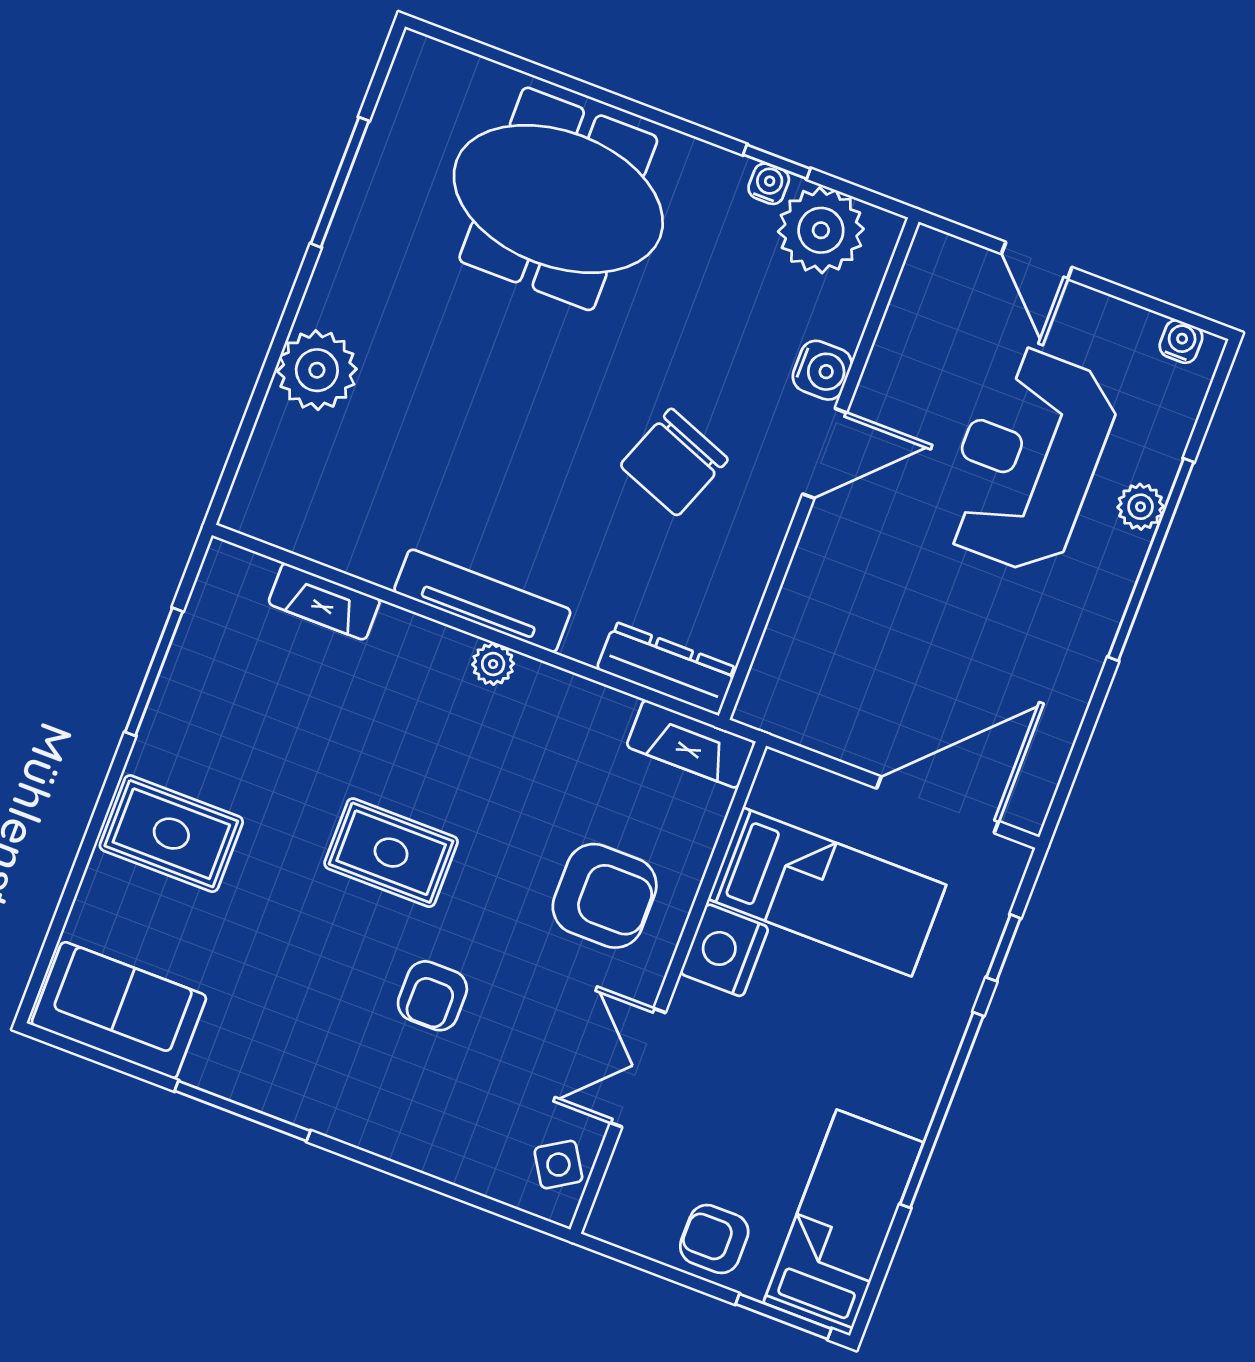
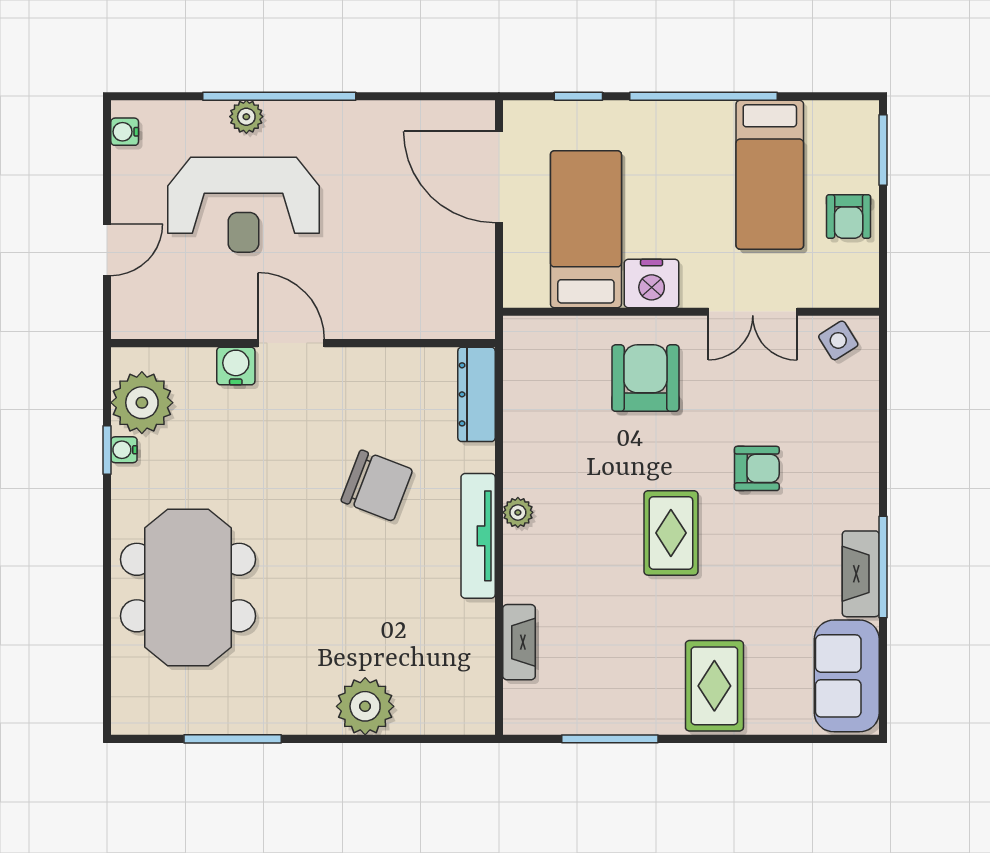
chair: (674, 462) -> (377, 485), moved
fireplace: (691, 744) -> (861, 574), moved, turned 180
bed: (843, 1223) -> (770, 175), moved, turned -90

